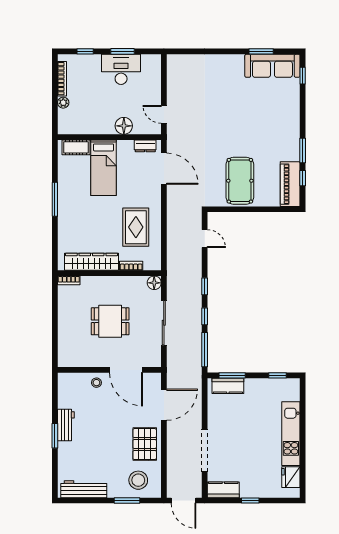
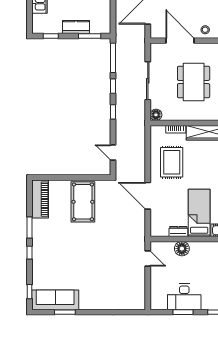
dresser: (145, 146) -> (178, 232), moved
door: (164, 169) -> (148, 196), moved
window: (303, 178) -> (29, 253), moved
dining table: (110, 321) -> (194, 82), width x1.38
kitchen counter: (228, 386) -> (76, 27), moved

